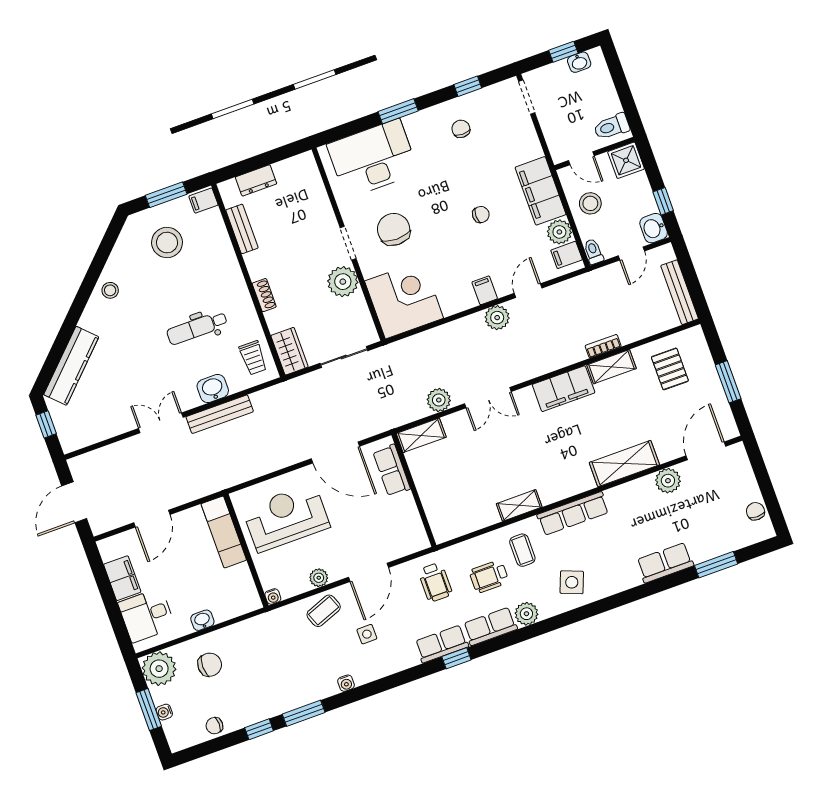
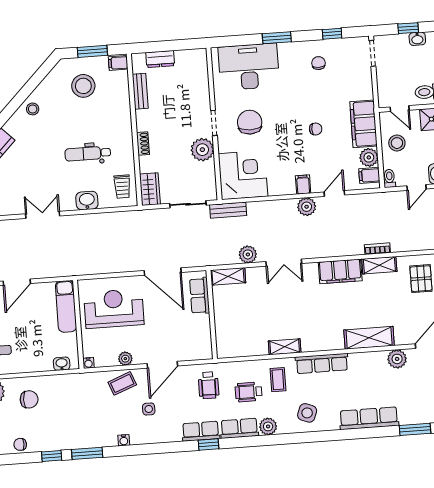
bench: (220, 414) -> (228, 210), moved, width x0.73
row of seats: (665, 563) -> (369, 418), width x1.48
washbasin: (202, 620) -> (62, 364), moved

